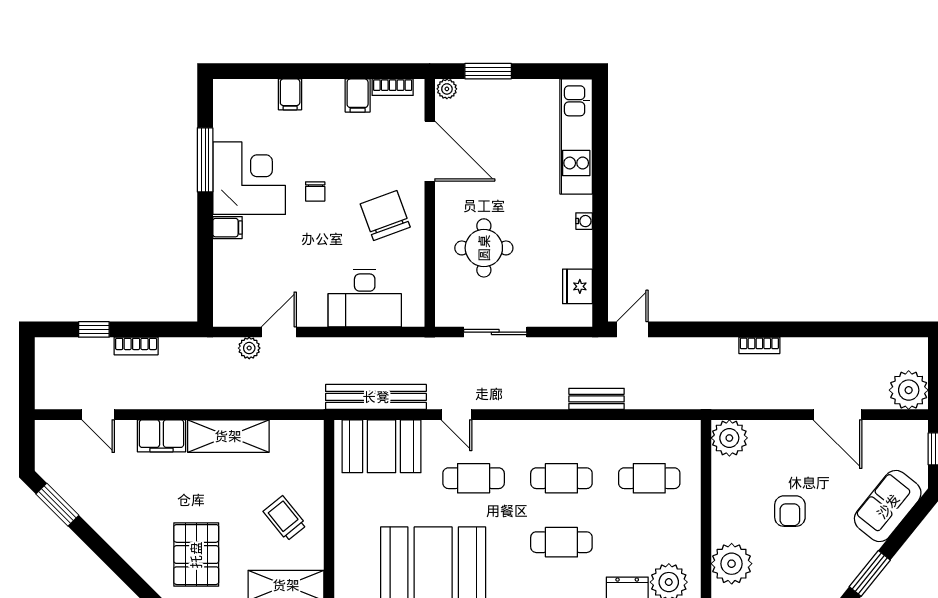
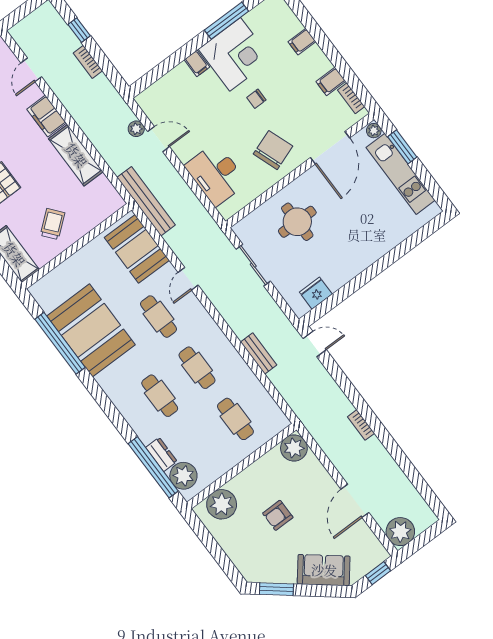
kitchen unit: (576, 137) -> (401, 174), moved, turned -90
water cooler: (584, 221) -> (357, 268), removed
bench: (376, 397) -> (146, 201), moved

